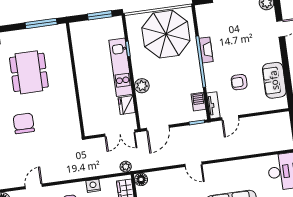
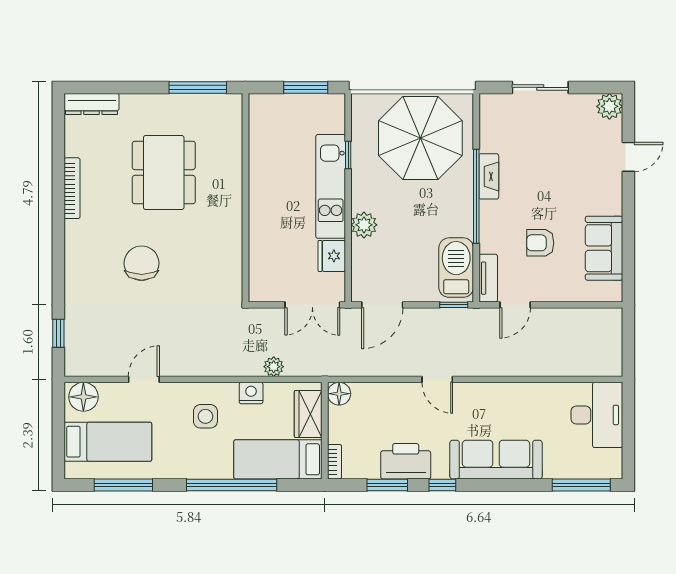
barbecue: (199, 102) -> (456, 268), width x1.88, depth x1.53
plant: (126, 167) -> (274, 367), moved

